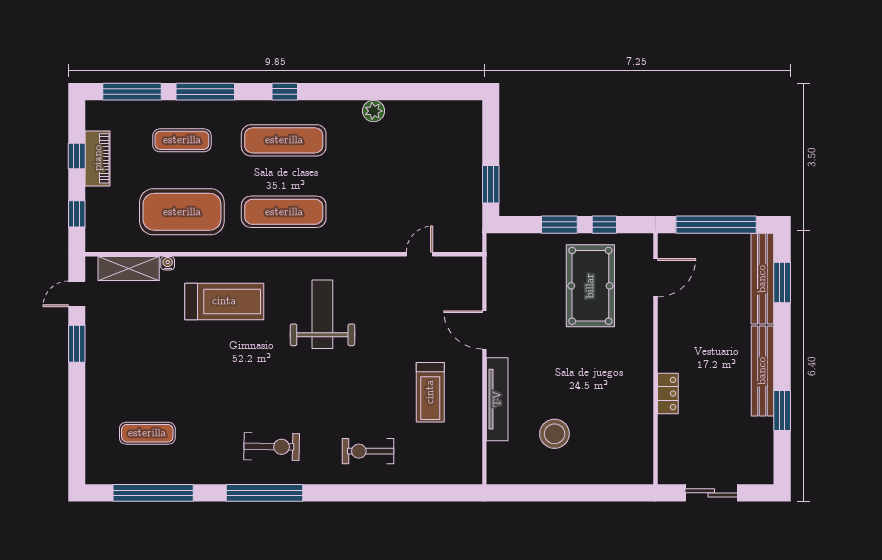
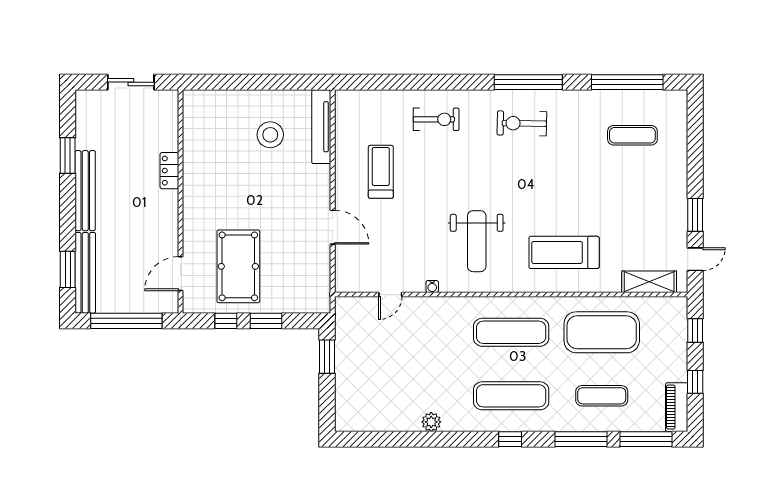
piano: (98, 158) -> (677, 407), moved
water cooler: (168, 263) -> (432, 287), moved
tv unit: (497, 399) -> (321, 127), moved

